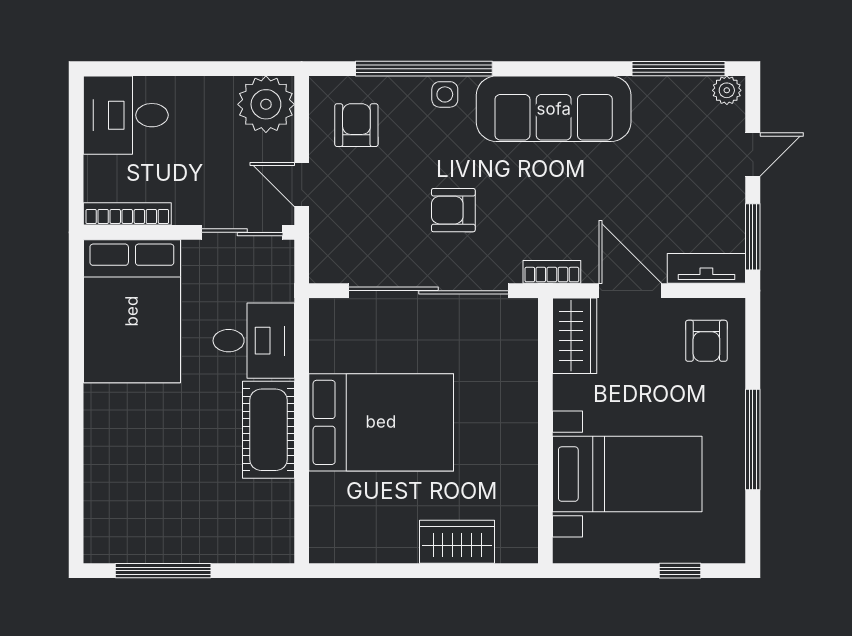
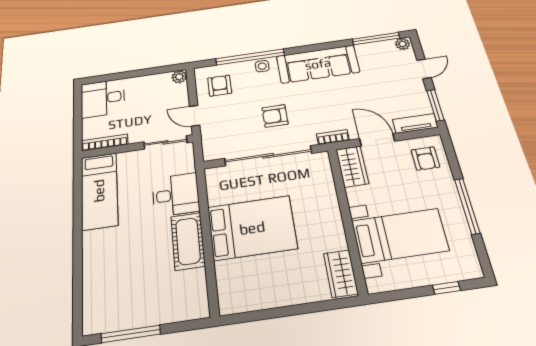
plant: (266, 104) -> (179, 77), width x0.53, depth x0.53
bed: (132, 311) -> (99, 191), width x0.67
wardrobe: (457, 542) -> (341, 273), moved, turned -90

